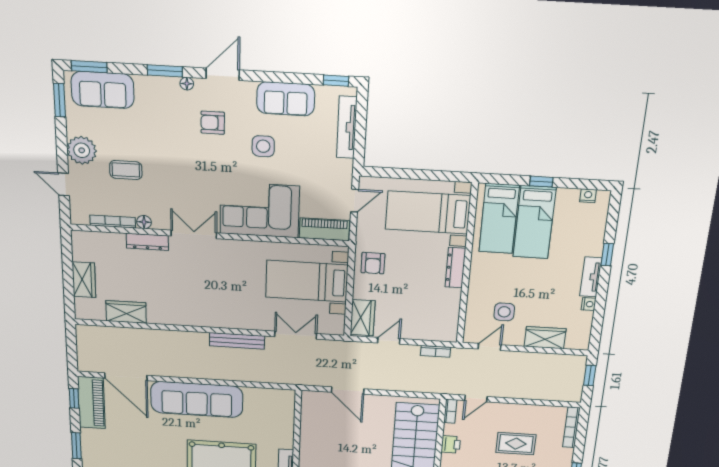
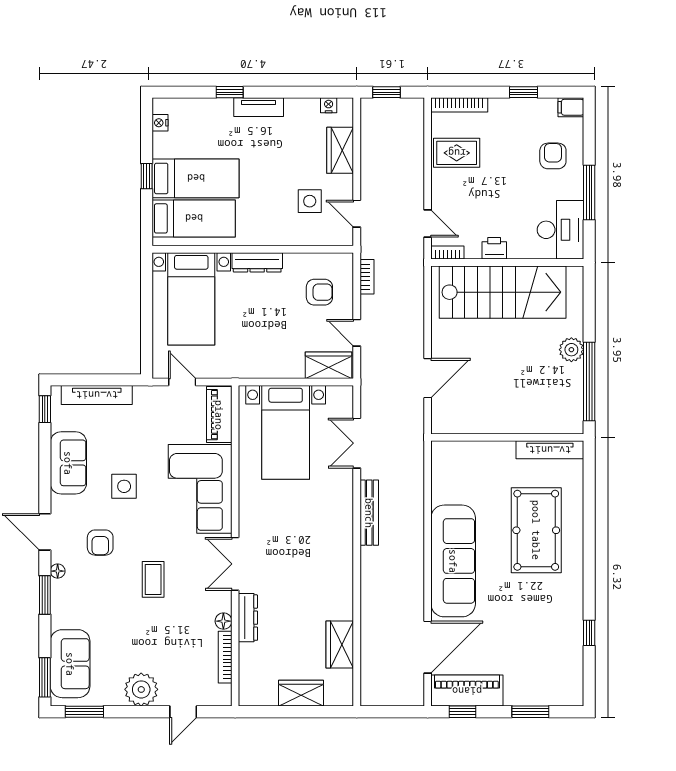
coffee table: (126, 170) -> (153, 579), moved
armchair: (373, 263) -> (319, 292), moved
nightstand: (589, 304) -> (329, 105), moved
rug: (516, 444) -> (457, 153), moved, turned 90

